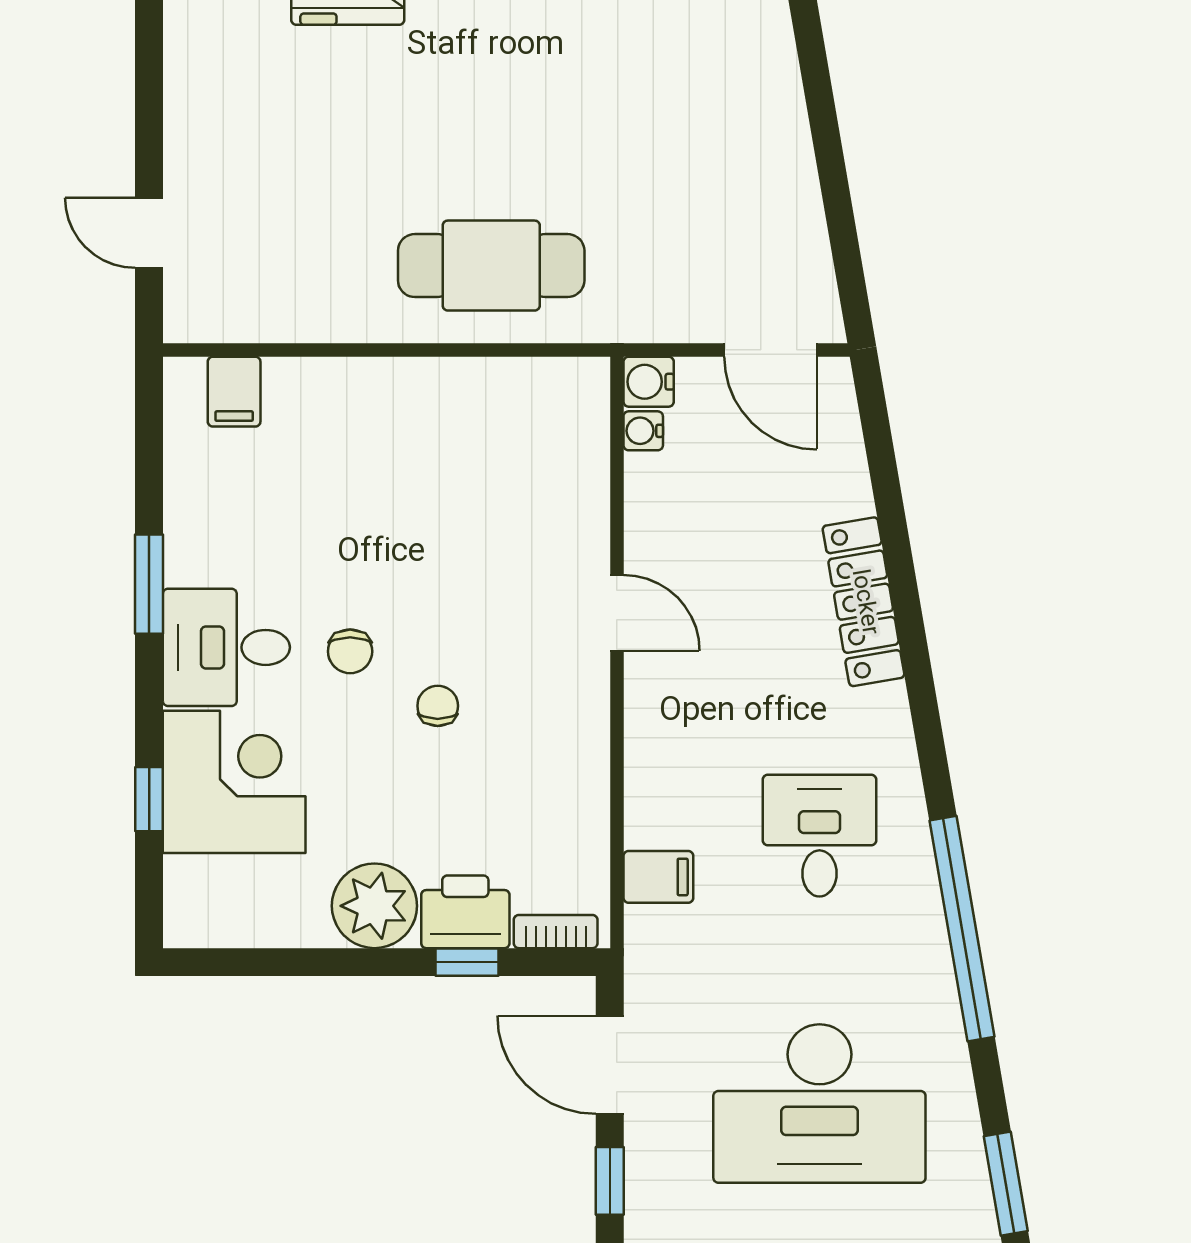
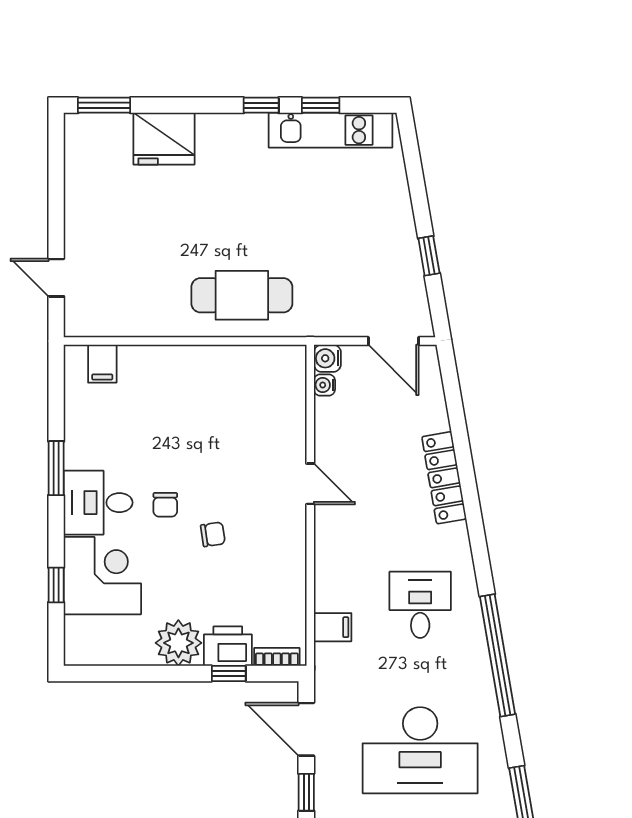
window: (836, 193) -> (429, 256), added
chair: (438, 706) -> (213, 534), turned 82

